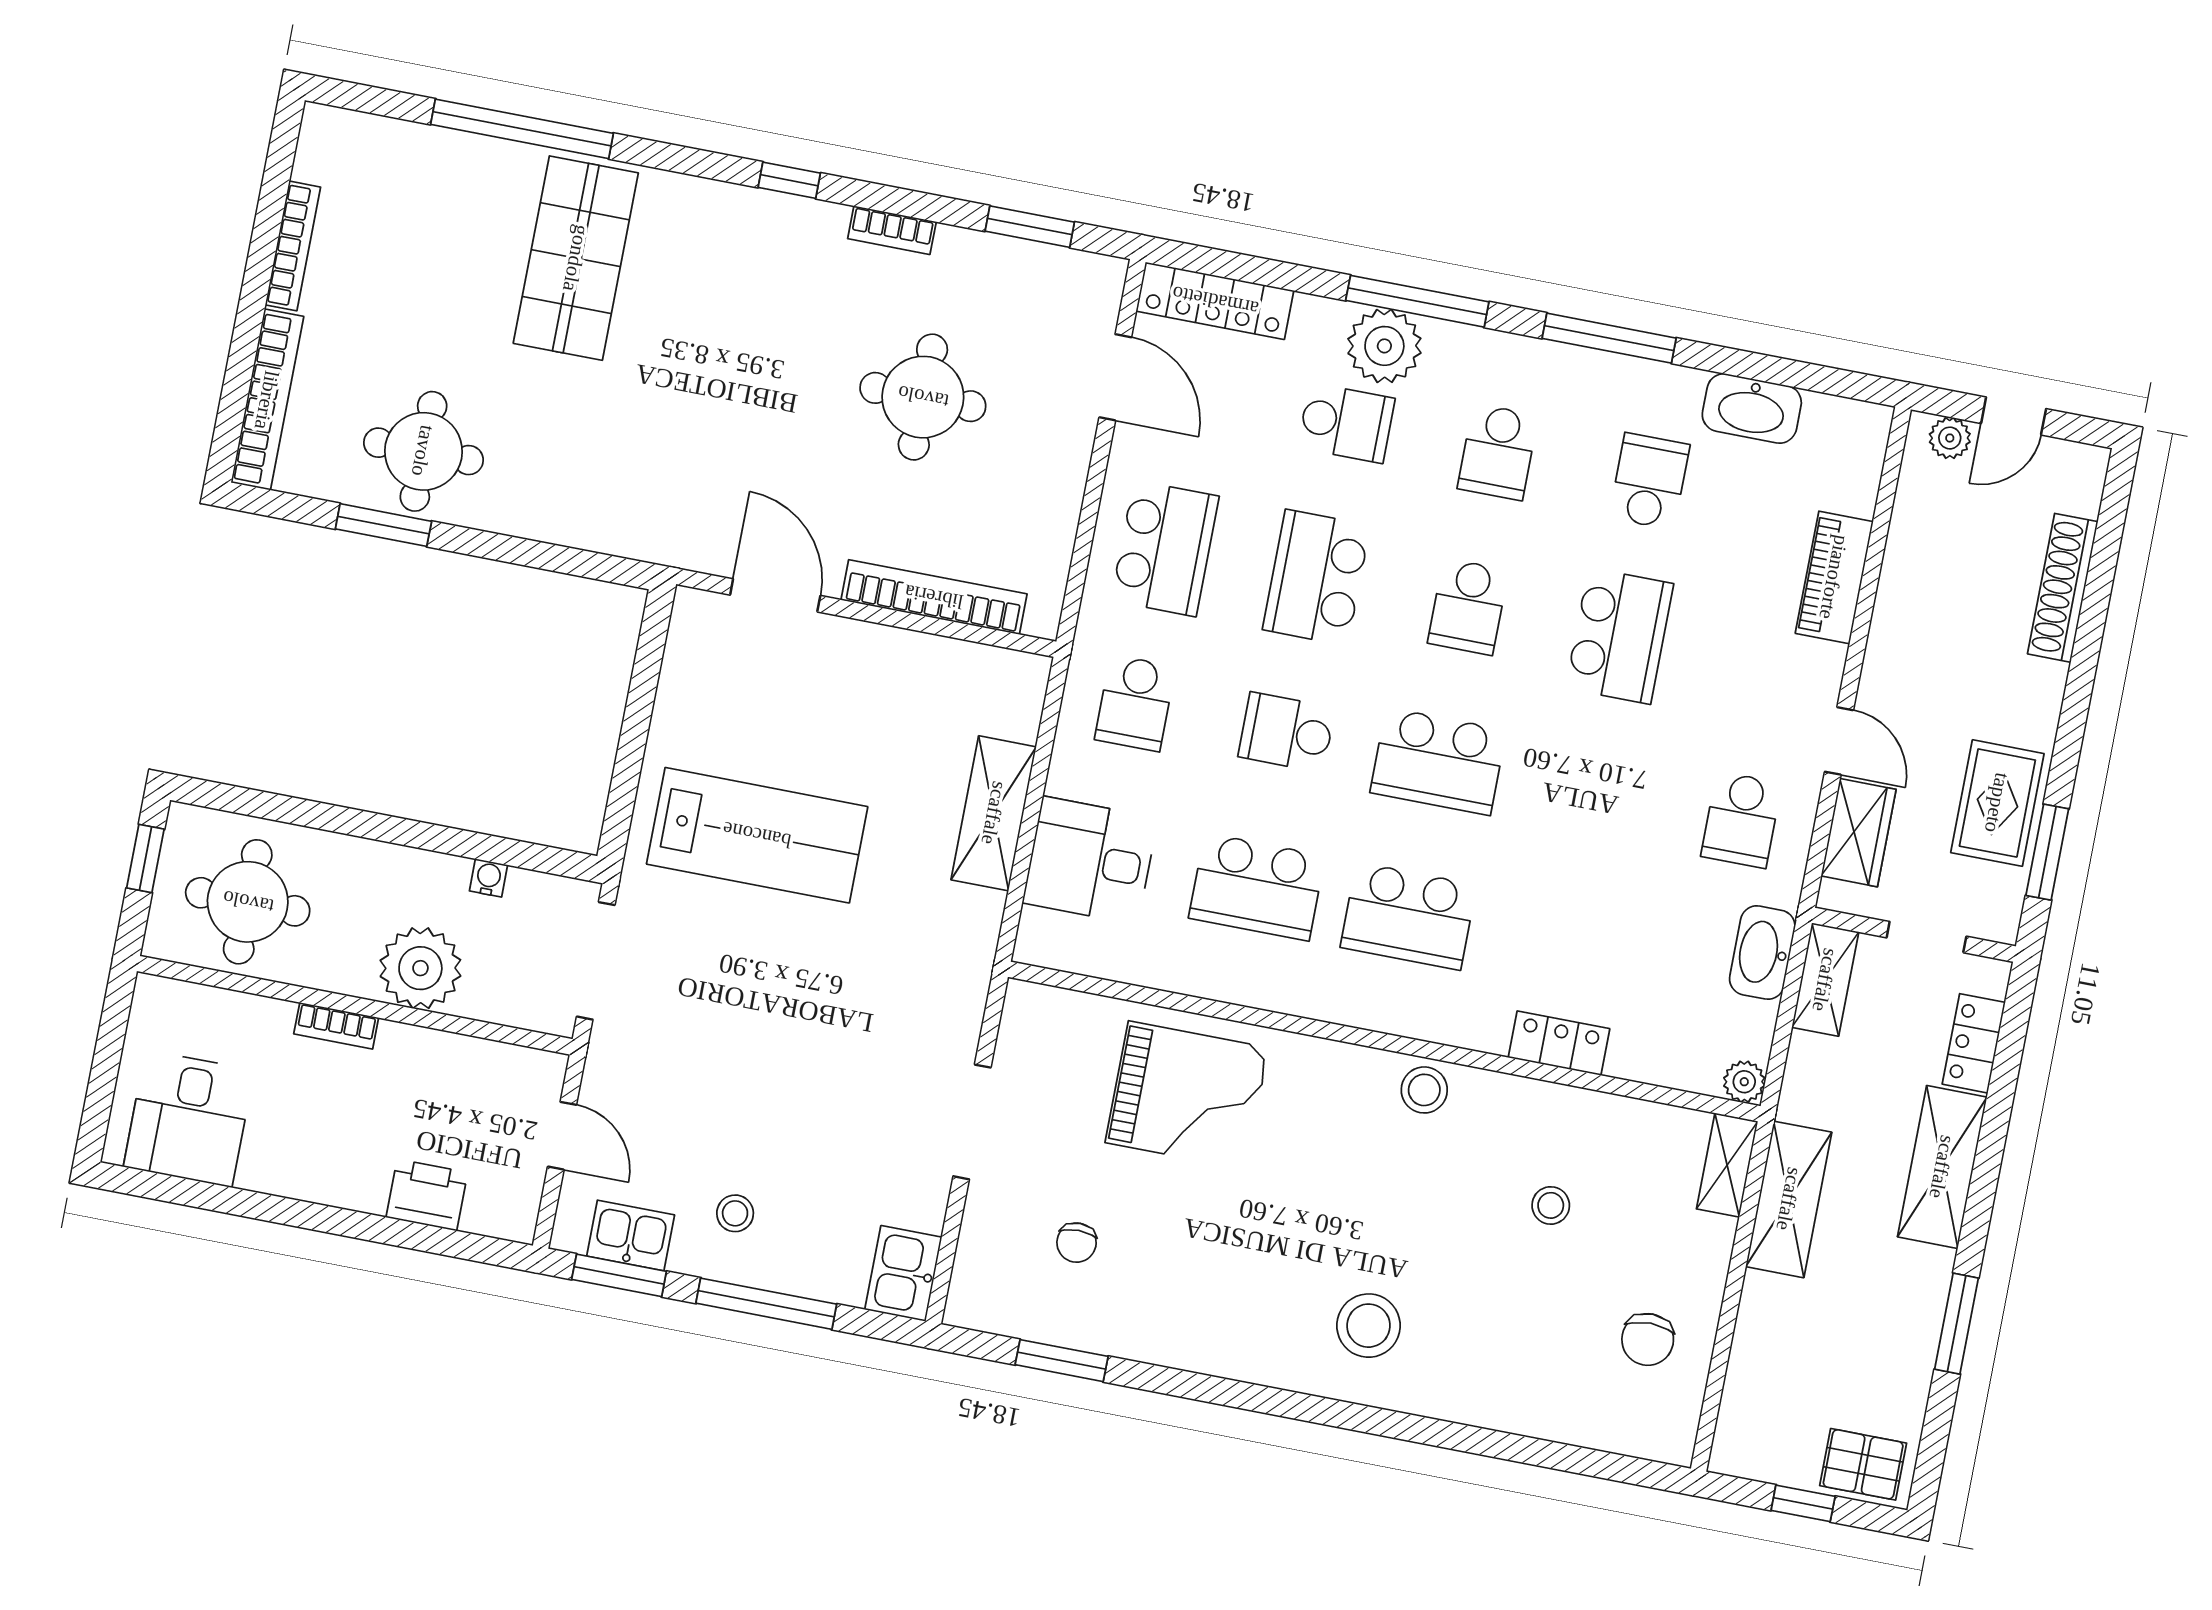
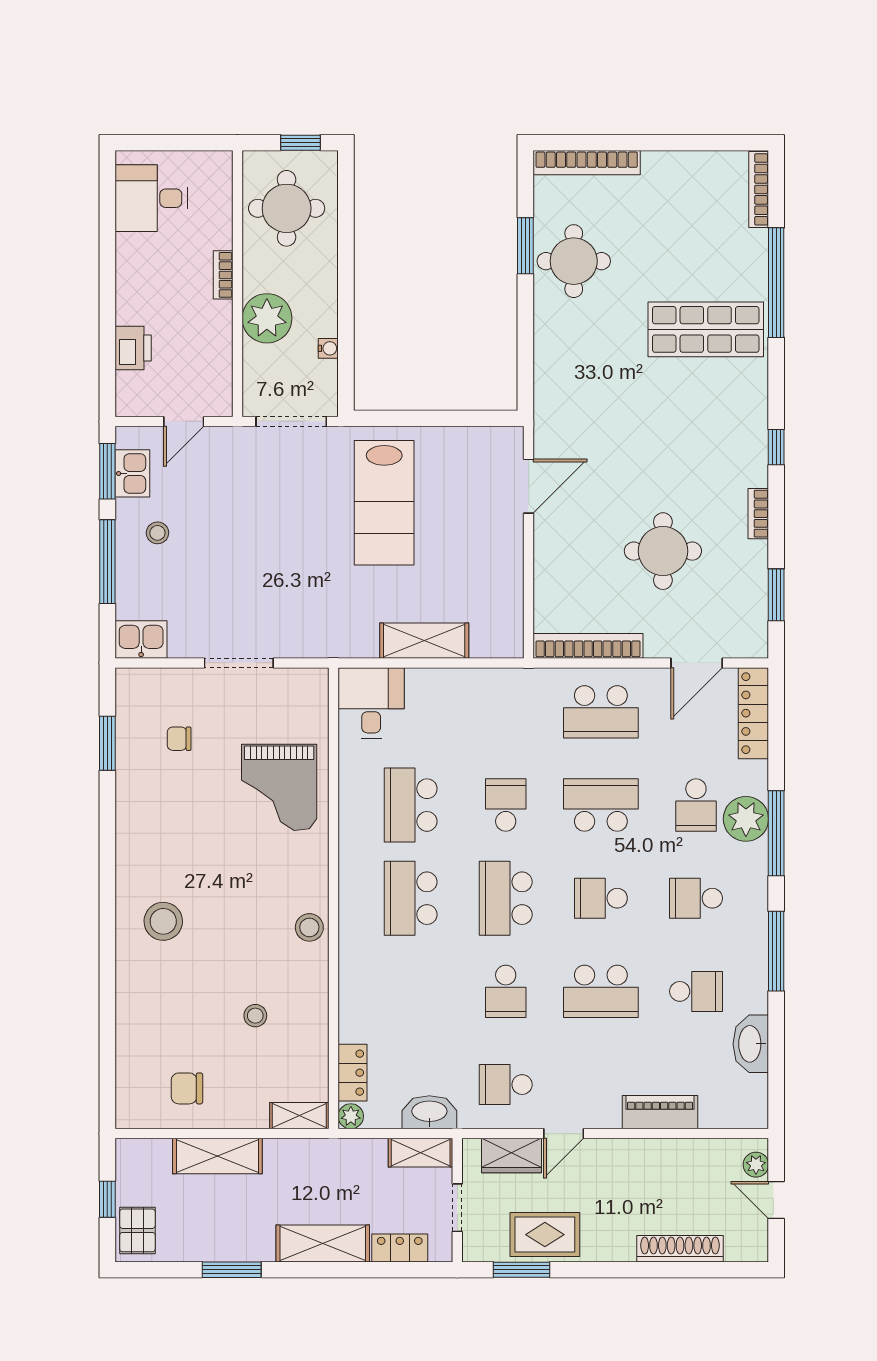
bookcase: (293, 246) -> (759, 189), moved, turned 90
bookcase: (934, 597) -> (588, 646), moved, turned -90
school desk: (1135, 703) -> (506, 991), moved, turned -90
desk: (1090, 860) -> (371, 703), moved
locker: (1559, 1043) -> (353, 1073), moved
shelving: (1789, 1199) -> (217, 1156), moved

